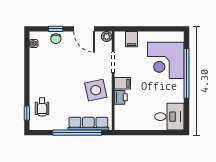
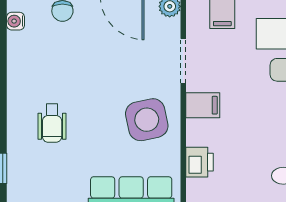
printer: (121, 97) -> (200, 162), moved
wheelchair: (42, 107) -> (52, 123), moved

